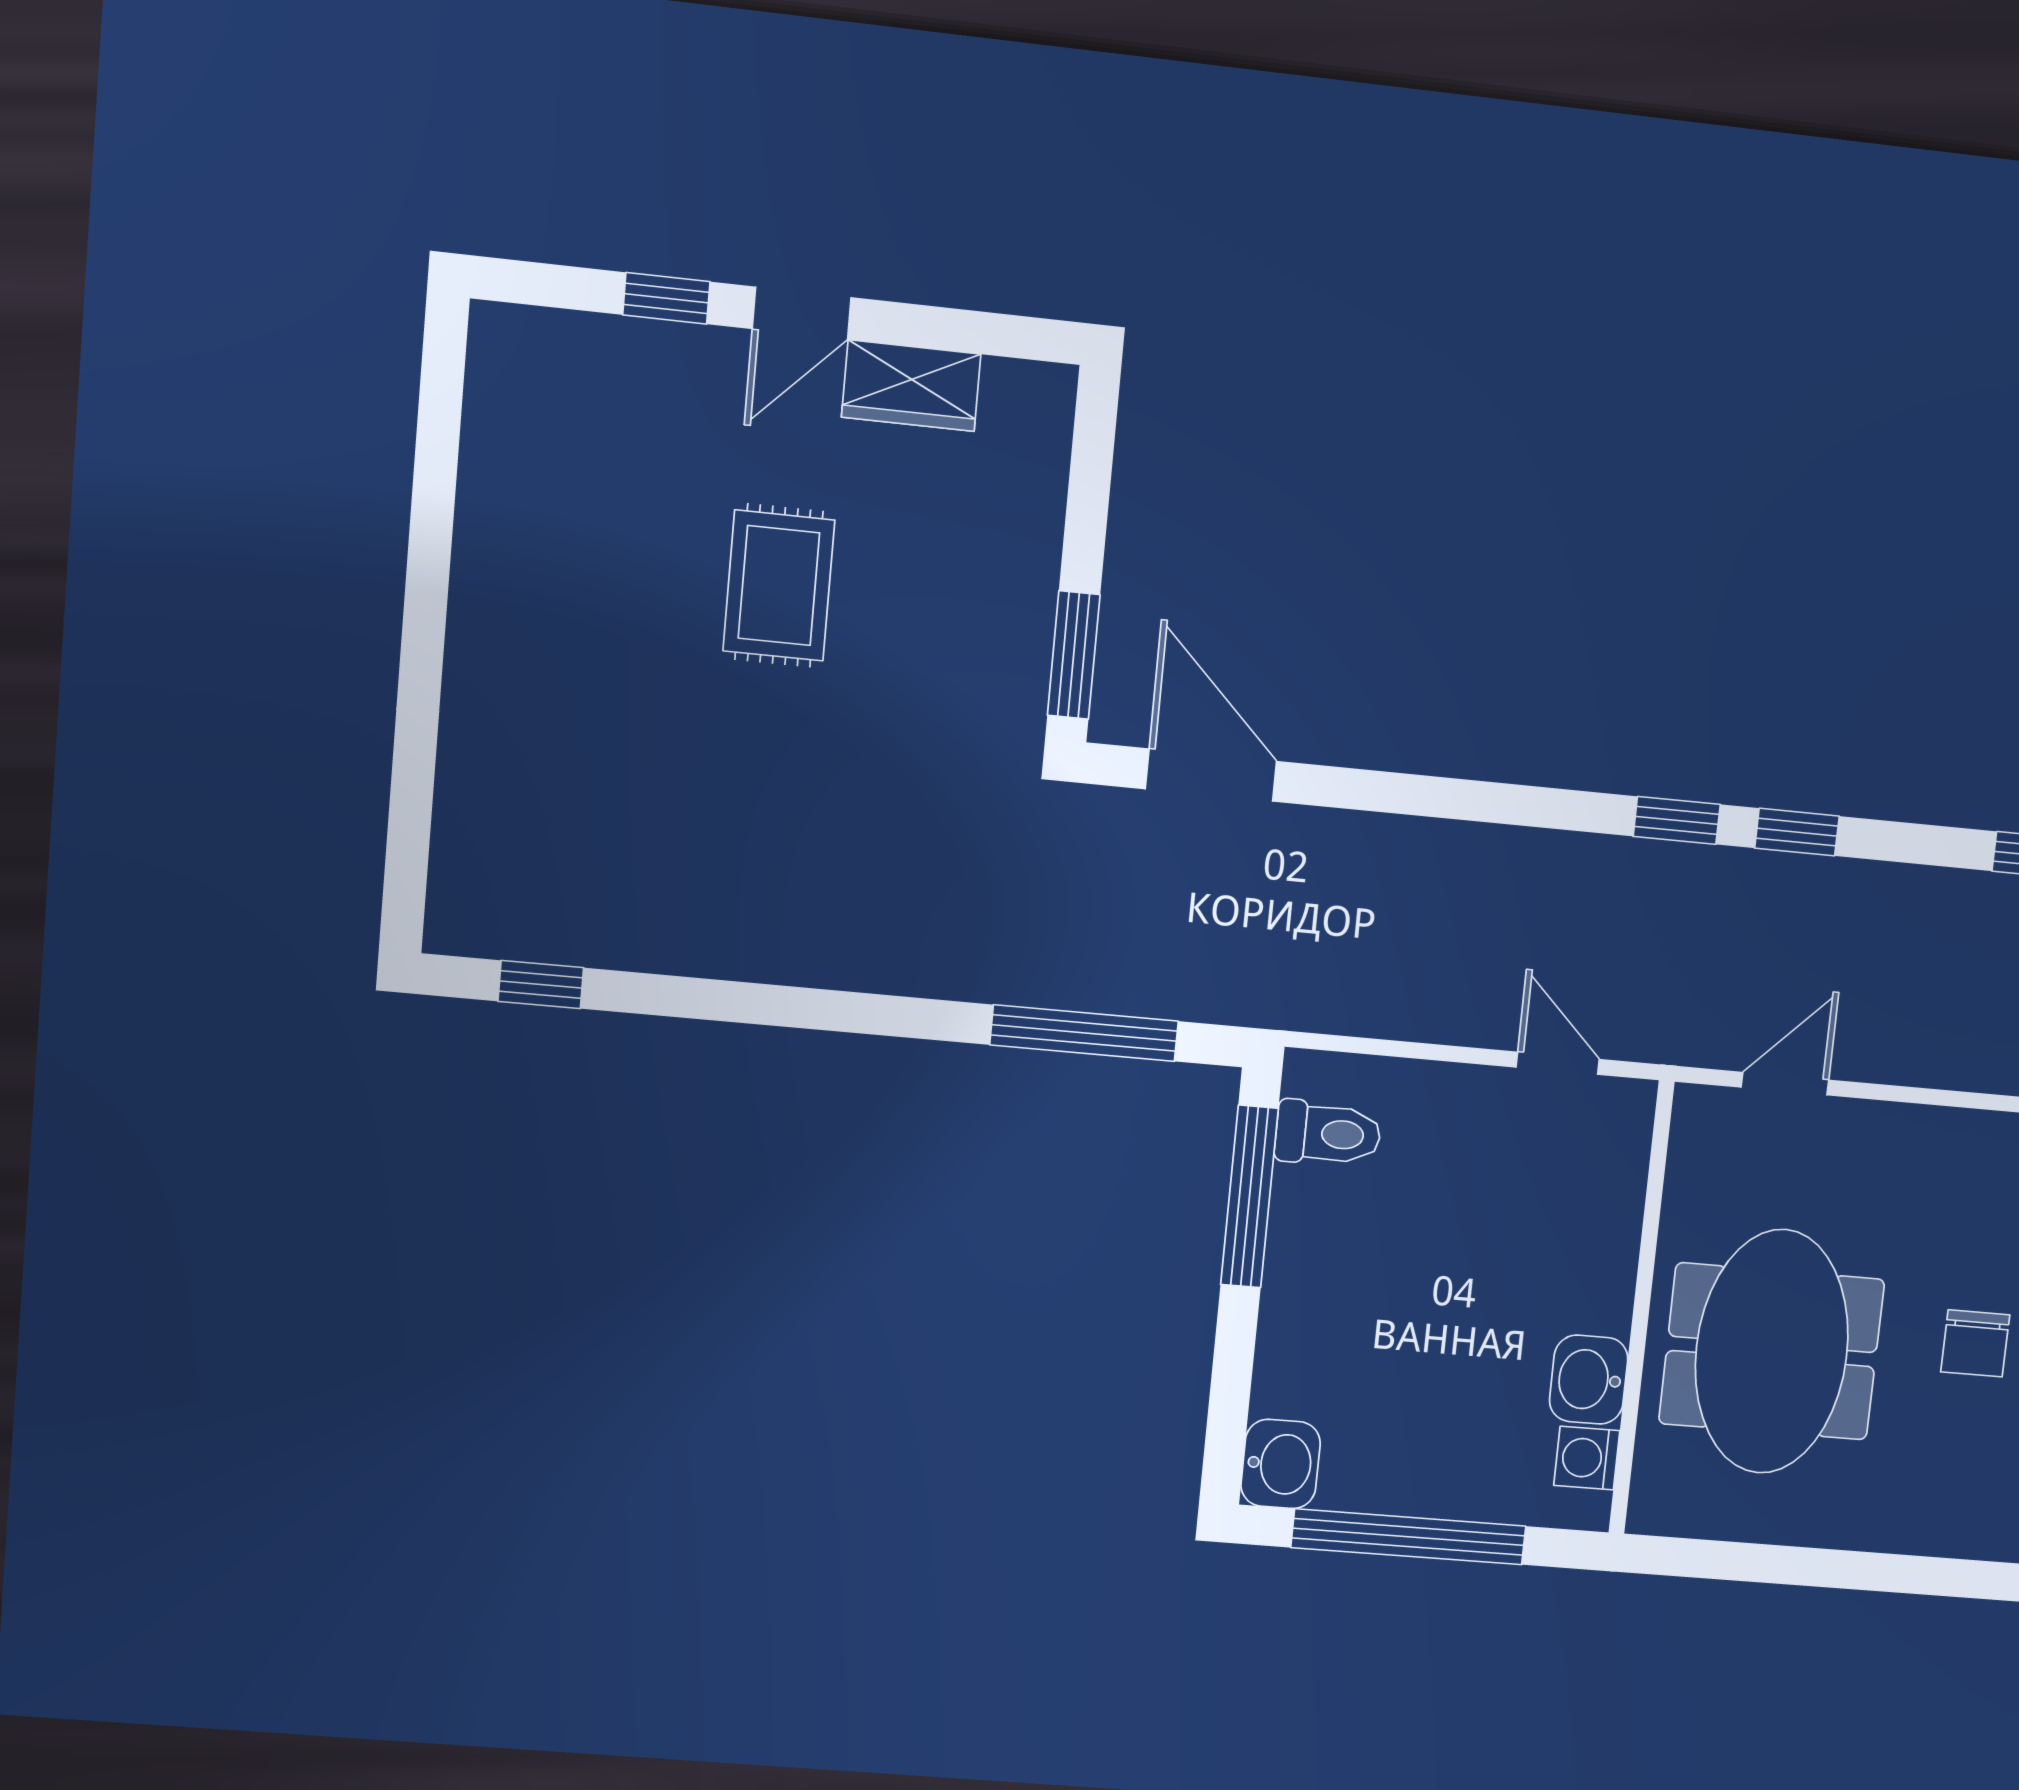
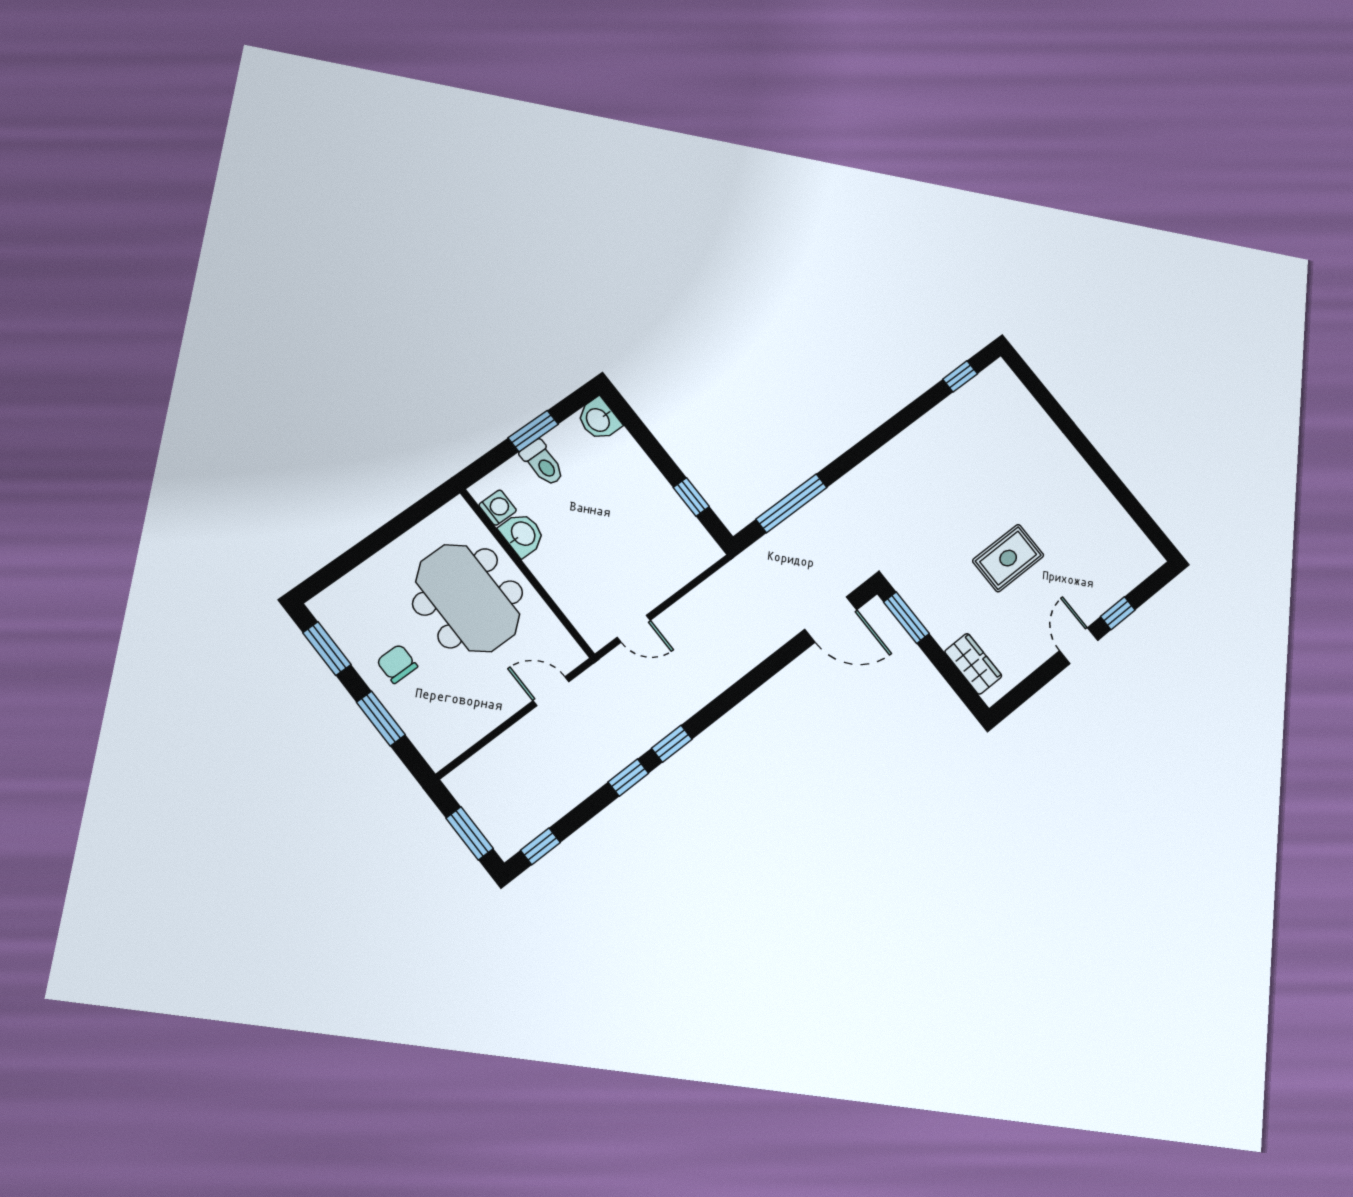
wardrobe: (911, 386) -> (973, 664), moved, turned 90
rug: (779, 586) -> (1008, 558), turned 90
door: (1785, 1084) -> (551, 691), swing flipped
toilet: (1328, 1134) -> (543, 463), moved, turned -90
window: (1249, 1197) -> (691, 497), width x0.46
window: (1409, 1537) -> (533, 431), width x0.47

